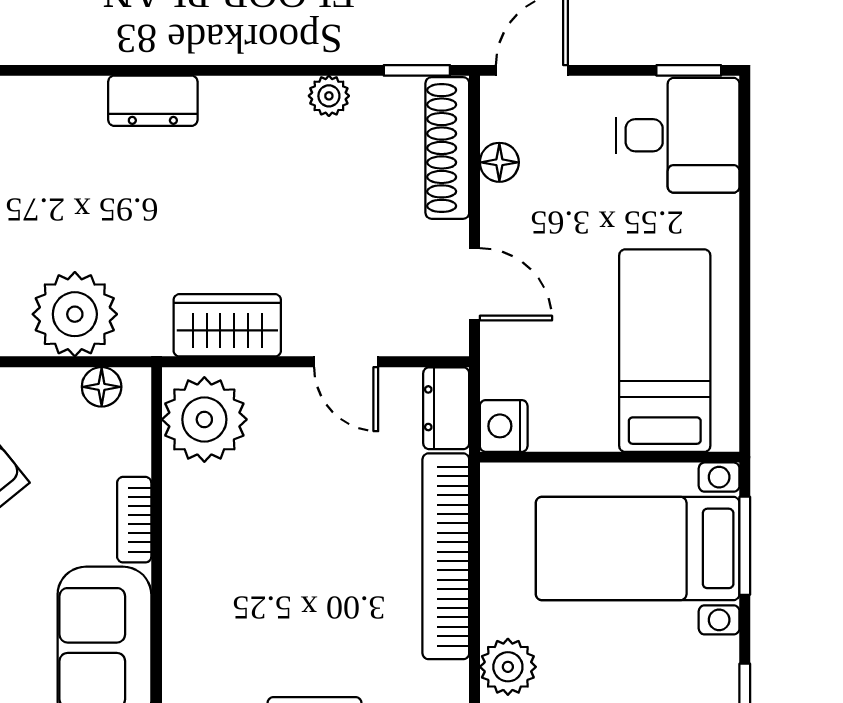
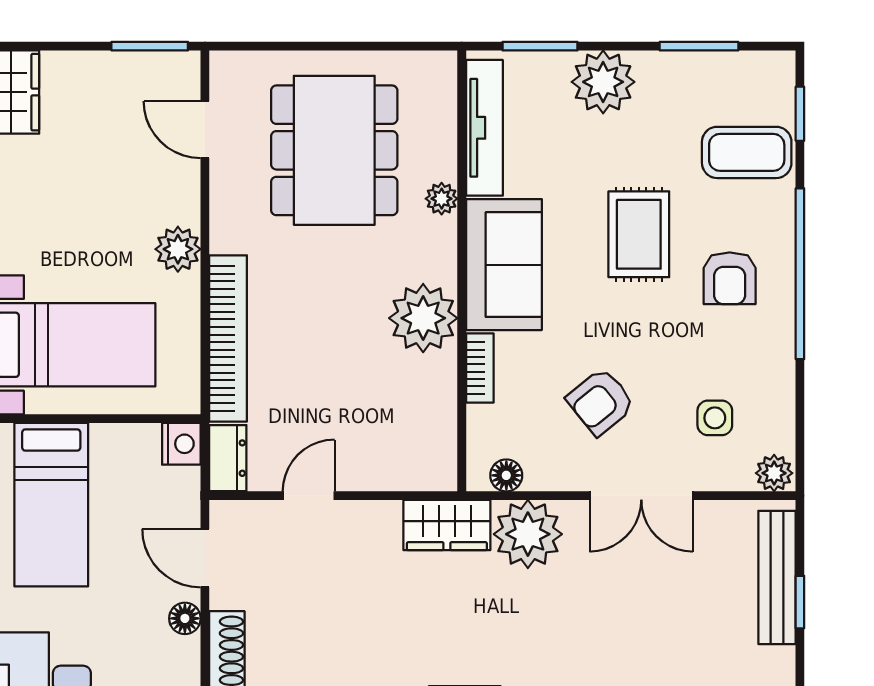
floor lamp: (499, 162) -> (185, 618), moved
wardrobe: (227, 325) -> (447, 525), moved
door: (346, 362) -> (309, 496), hinge flipped
plant: (204, 419) -> (423, 318), moved

